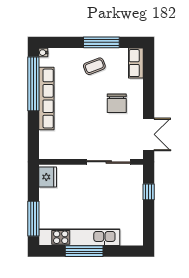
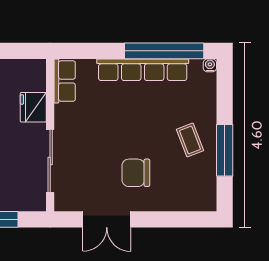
row of seats: (136, 63) -> (65, 81), moved, turned 90
double door: (149, 134) -> (107, 219), moved
fridge: (48, 177) -> (33, 107), moved, turned 90

